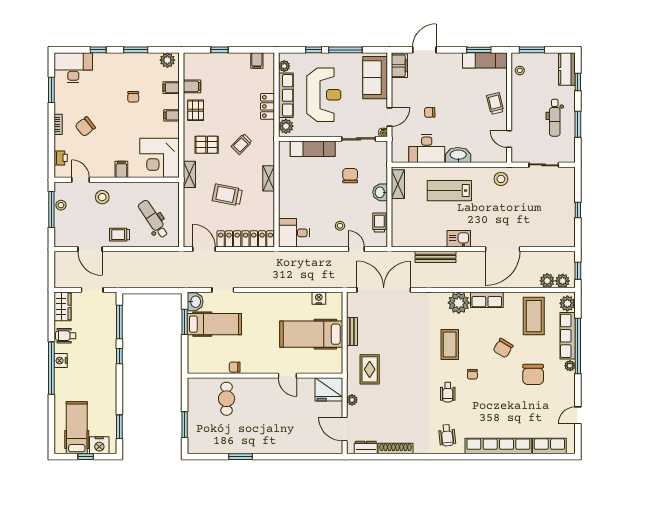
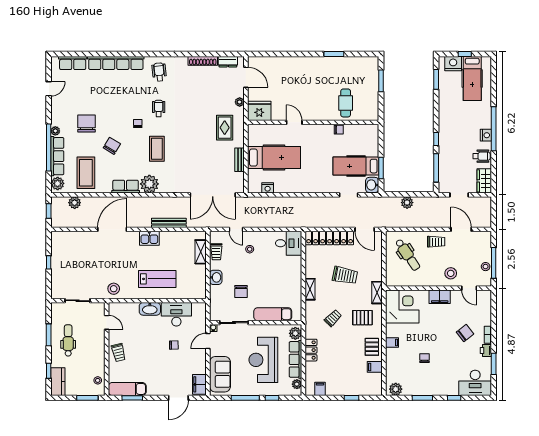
filing cabinet: (171, 88) -> (392, 366), removed
printer: (61, 158) -> (486, 350), moved
filing cabinet: (121, 169) -> (440, 297), width x2.00
shelving: (398, 184) -> (201, 252), moved
plant: (563, 281) -> (407, 203), moved

